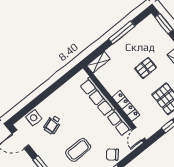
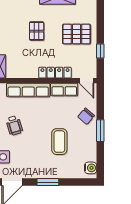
wheelchair: (52, 125) -> (14, 125), moved

